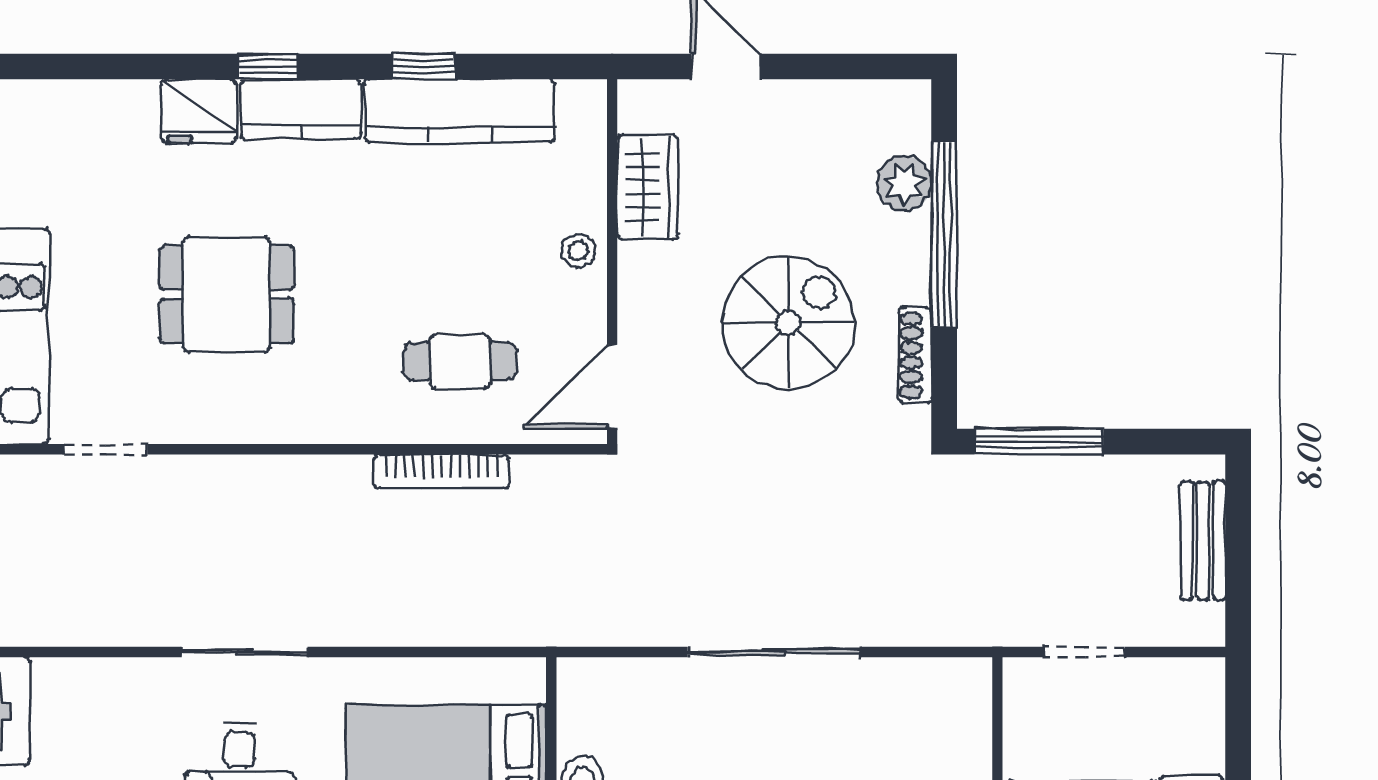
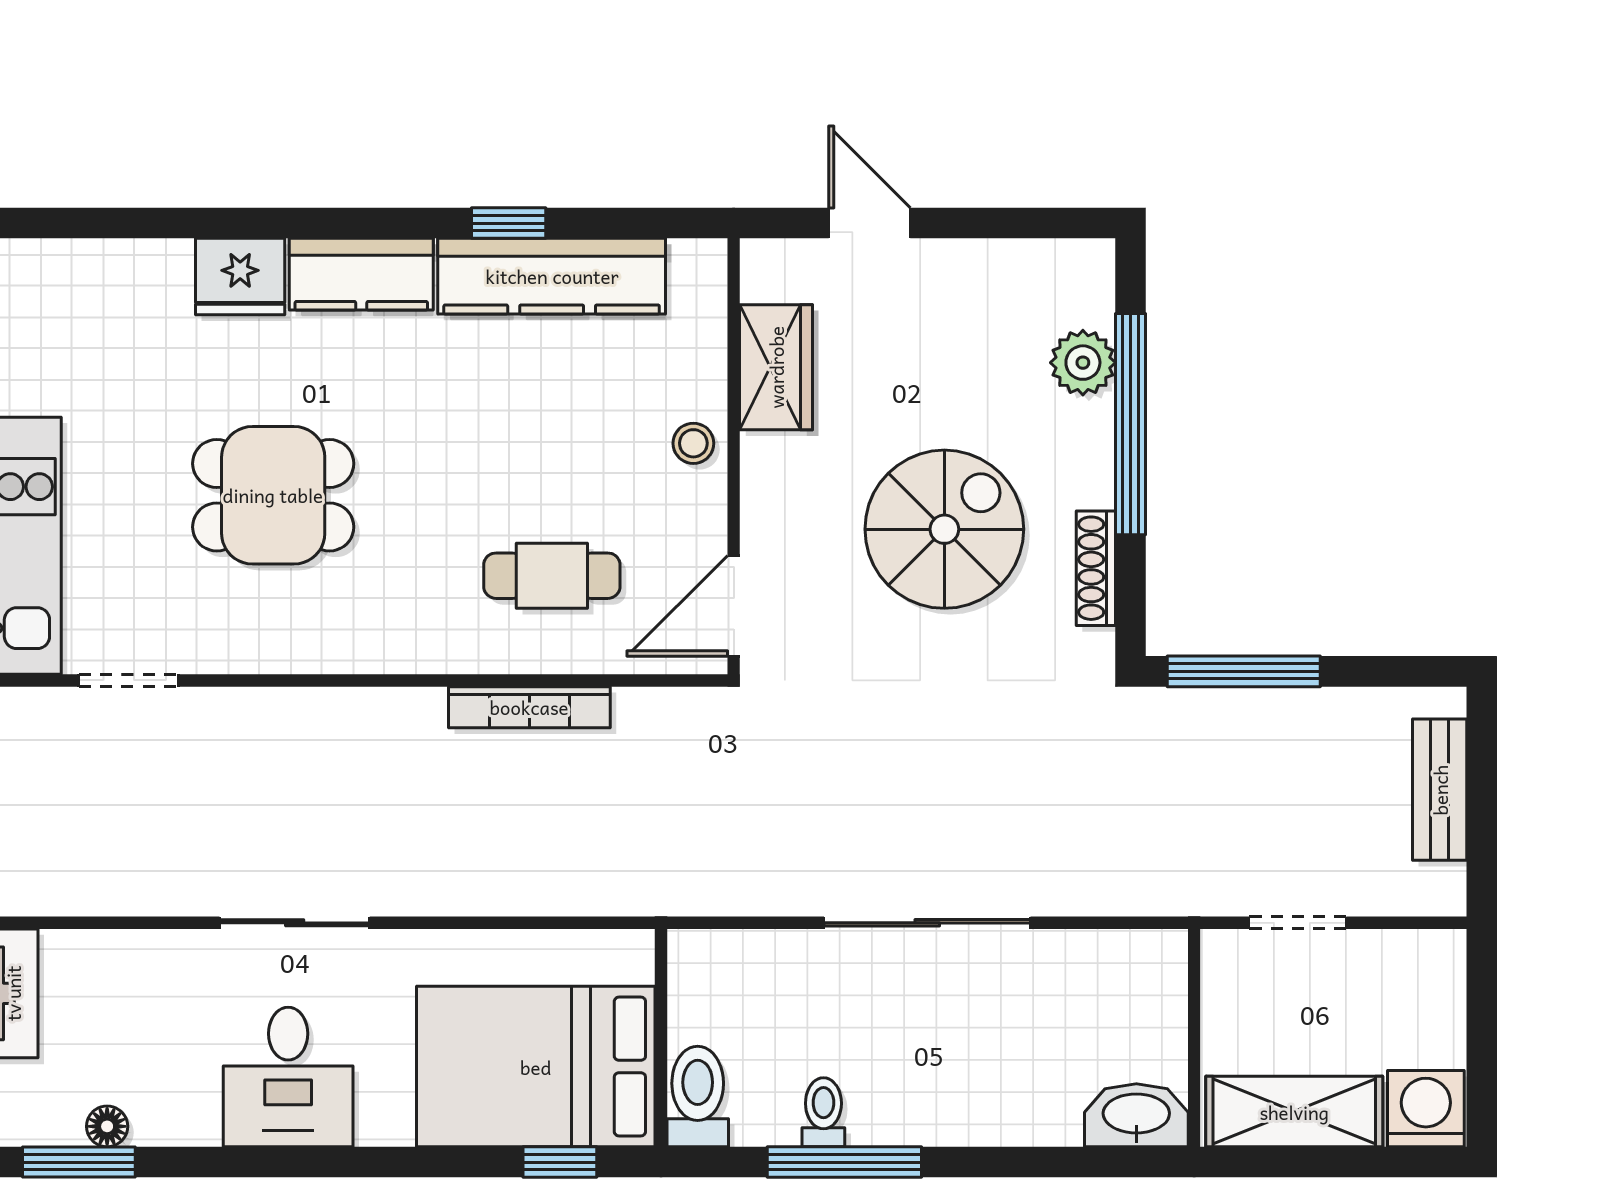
window: (268, 66) -> (322, 223), removed

